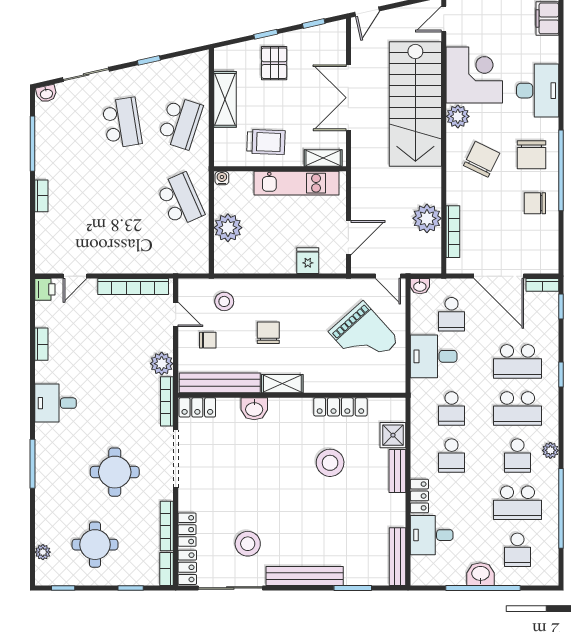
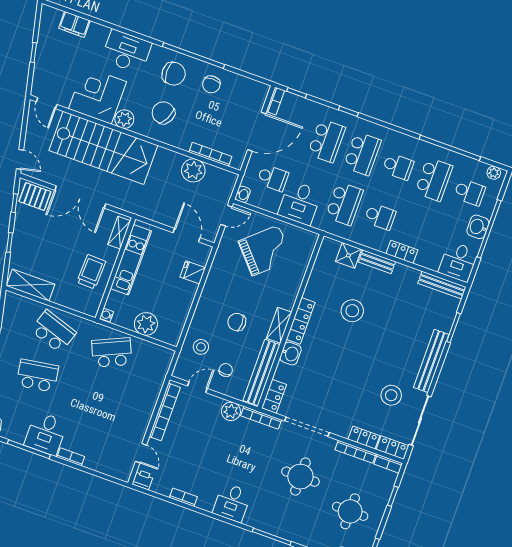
pallet: (274, 63) -> (35, 197), moved
shelving: (225, 99) -> (31, 285), moved
desk: (58, 157) -> (46, 434), added
locker: (340, 407) -> (301, 321), moved
school desk: (452, 408) -> (344, 204), width x1.85
plant: (550, 450) -> (494, 173), moved
desk: (432, 535) -> (458, 262), moved

